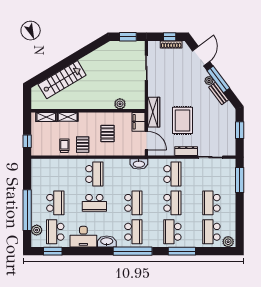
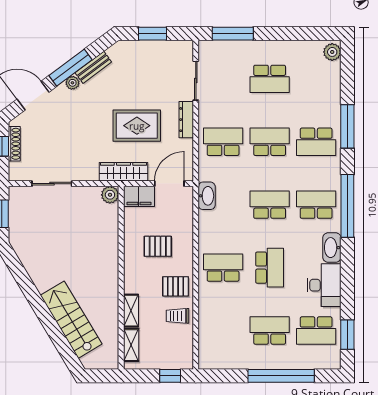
plant: (120, 104) -> (110, 195), moved
plant: (37, 230) -> (313, 361), removed
school desk: (211, 232) -> (316, 79), removed

